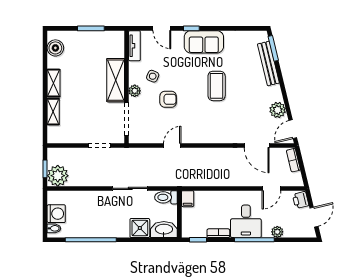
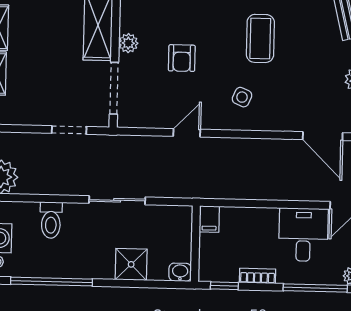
side table: (153, 76) -> (242, 97), moved
armchair: (168, 99) -> (182, 58), turned 90
toilet: (166, 197) -> (51, 220), moved, turned -90
desk: (246, 221) -> (303, 235), moved, turned 180
washbasin: (164, 230) -> (180, 272), width x0.52, depth x0.69

